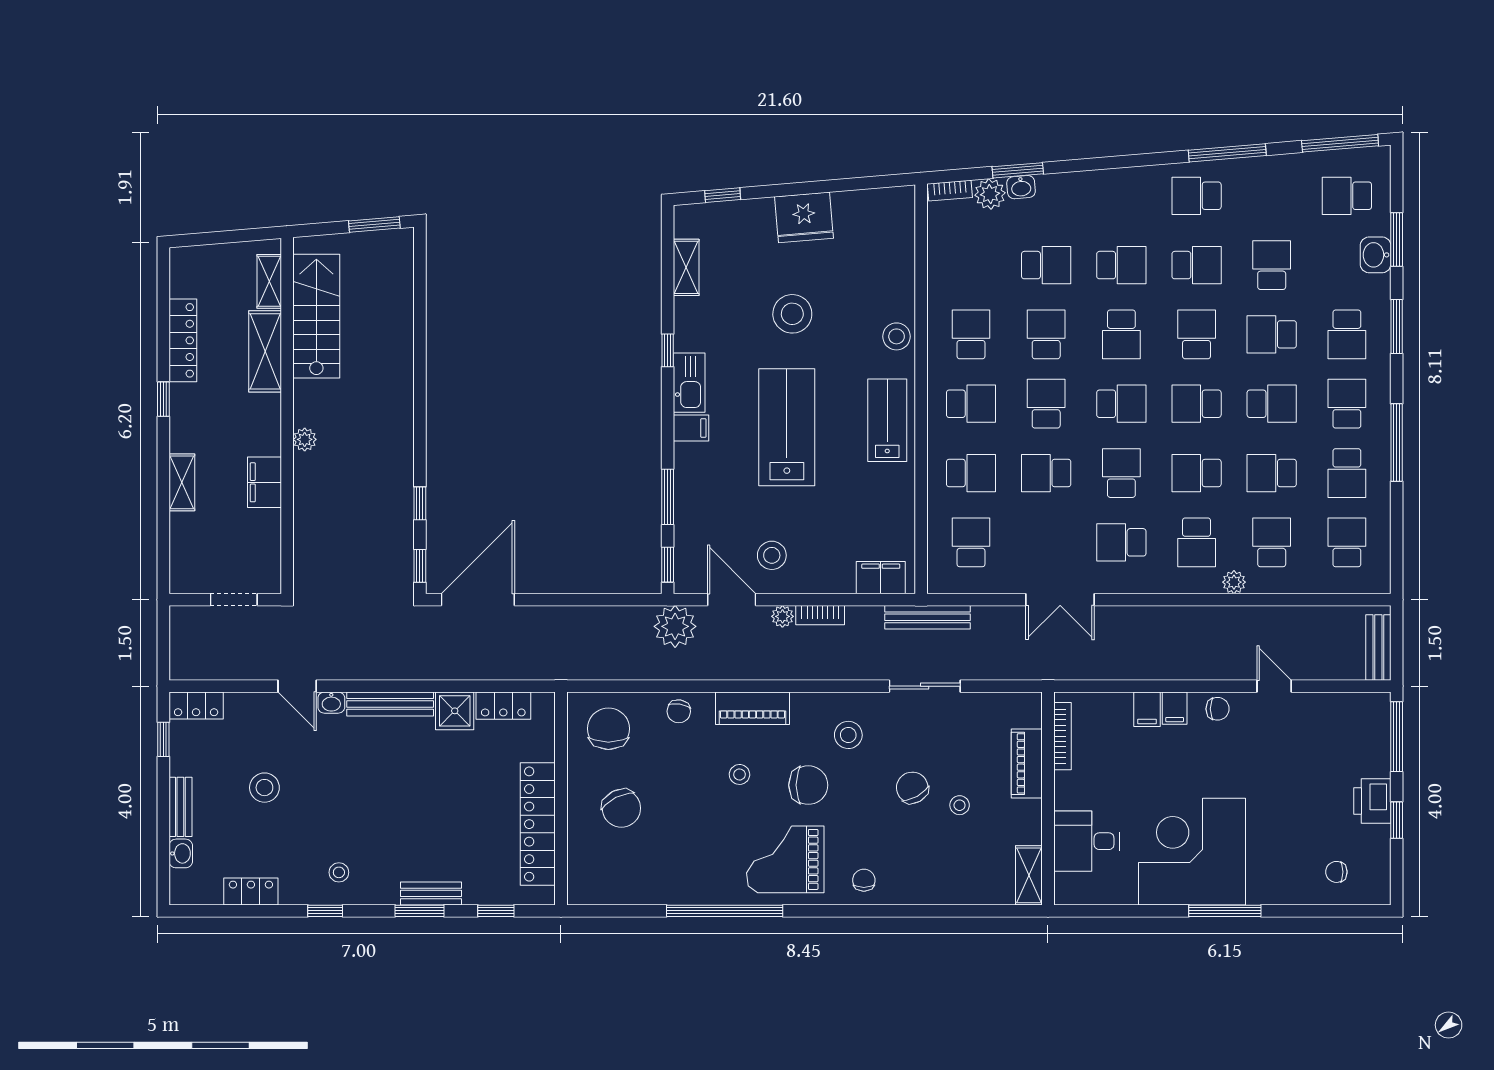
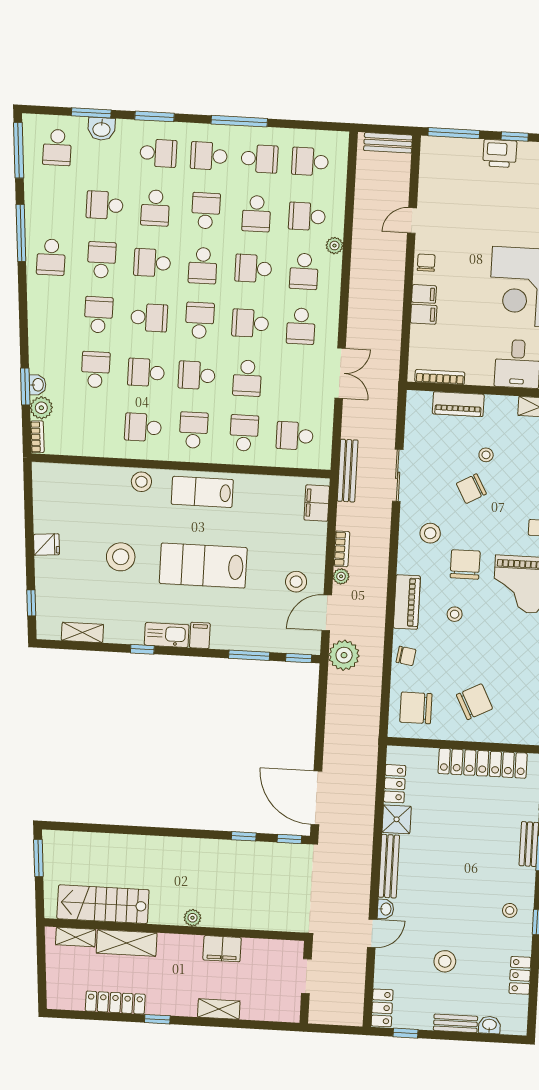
fridge: (804, 217) -> (47, 544), width x0.53, depth x0.75
school desk: (1197, 473) -> (253, 268), turned 90
school desk: (1197, 542) -> (304, 271), turned 90

